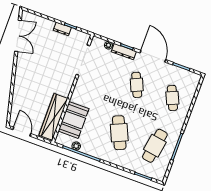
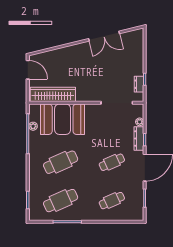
dresser: (62, 29) -> (139, 84), moved
double door: (18, 36) -> (104, 36), moved
booth: (74, 120) -> (63, 119), width x1.36, depth x1.42
door: (22, 132) -> (28, 70), hinge flipped
cafe table: (155, 146) -> (61, 201), turned -33

